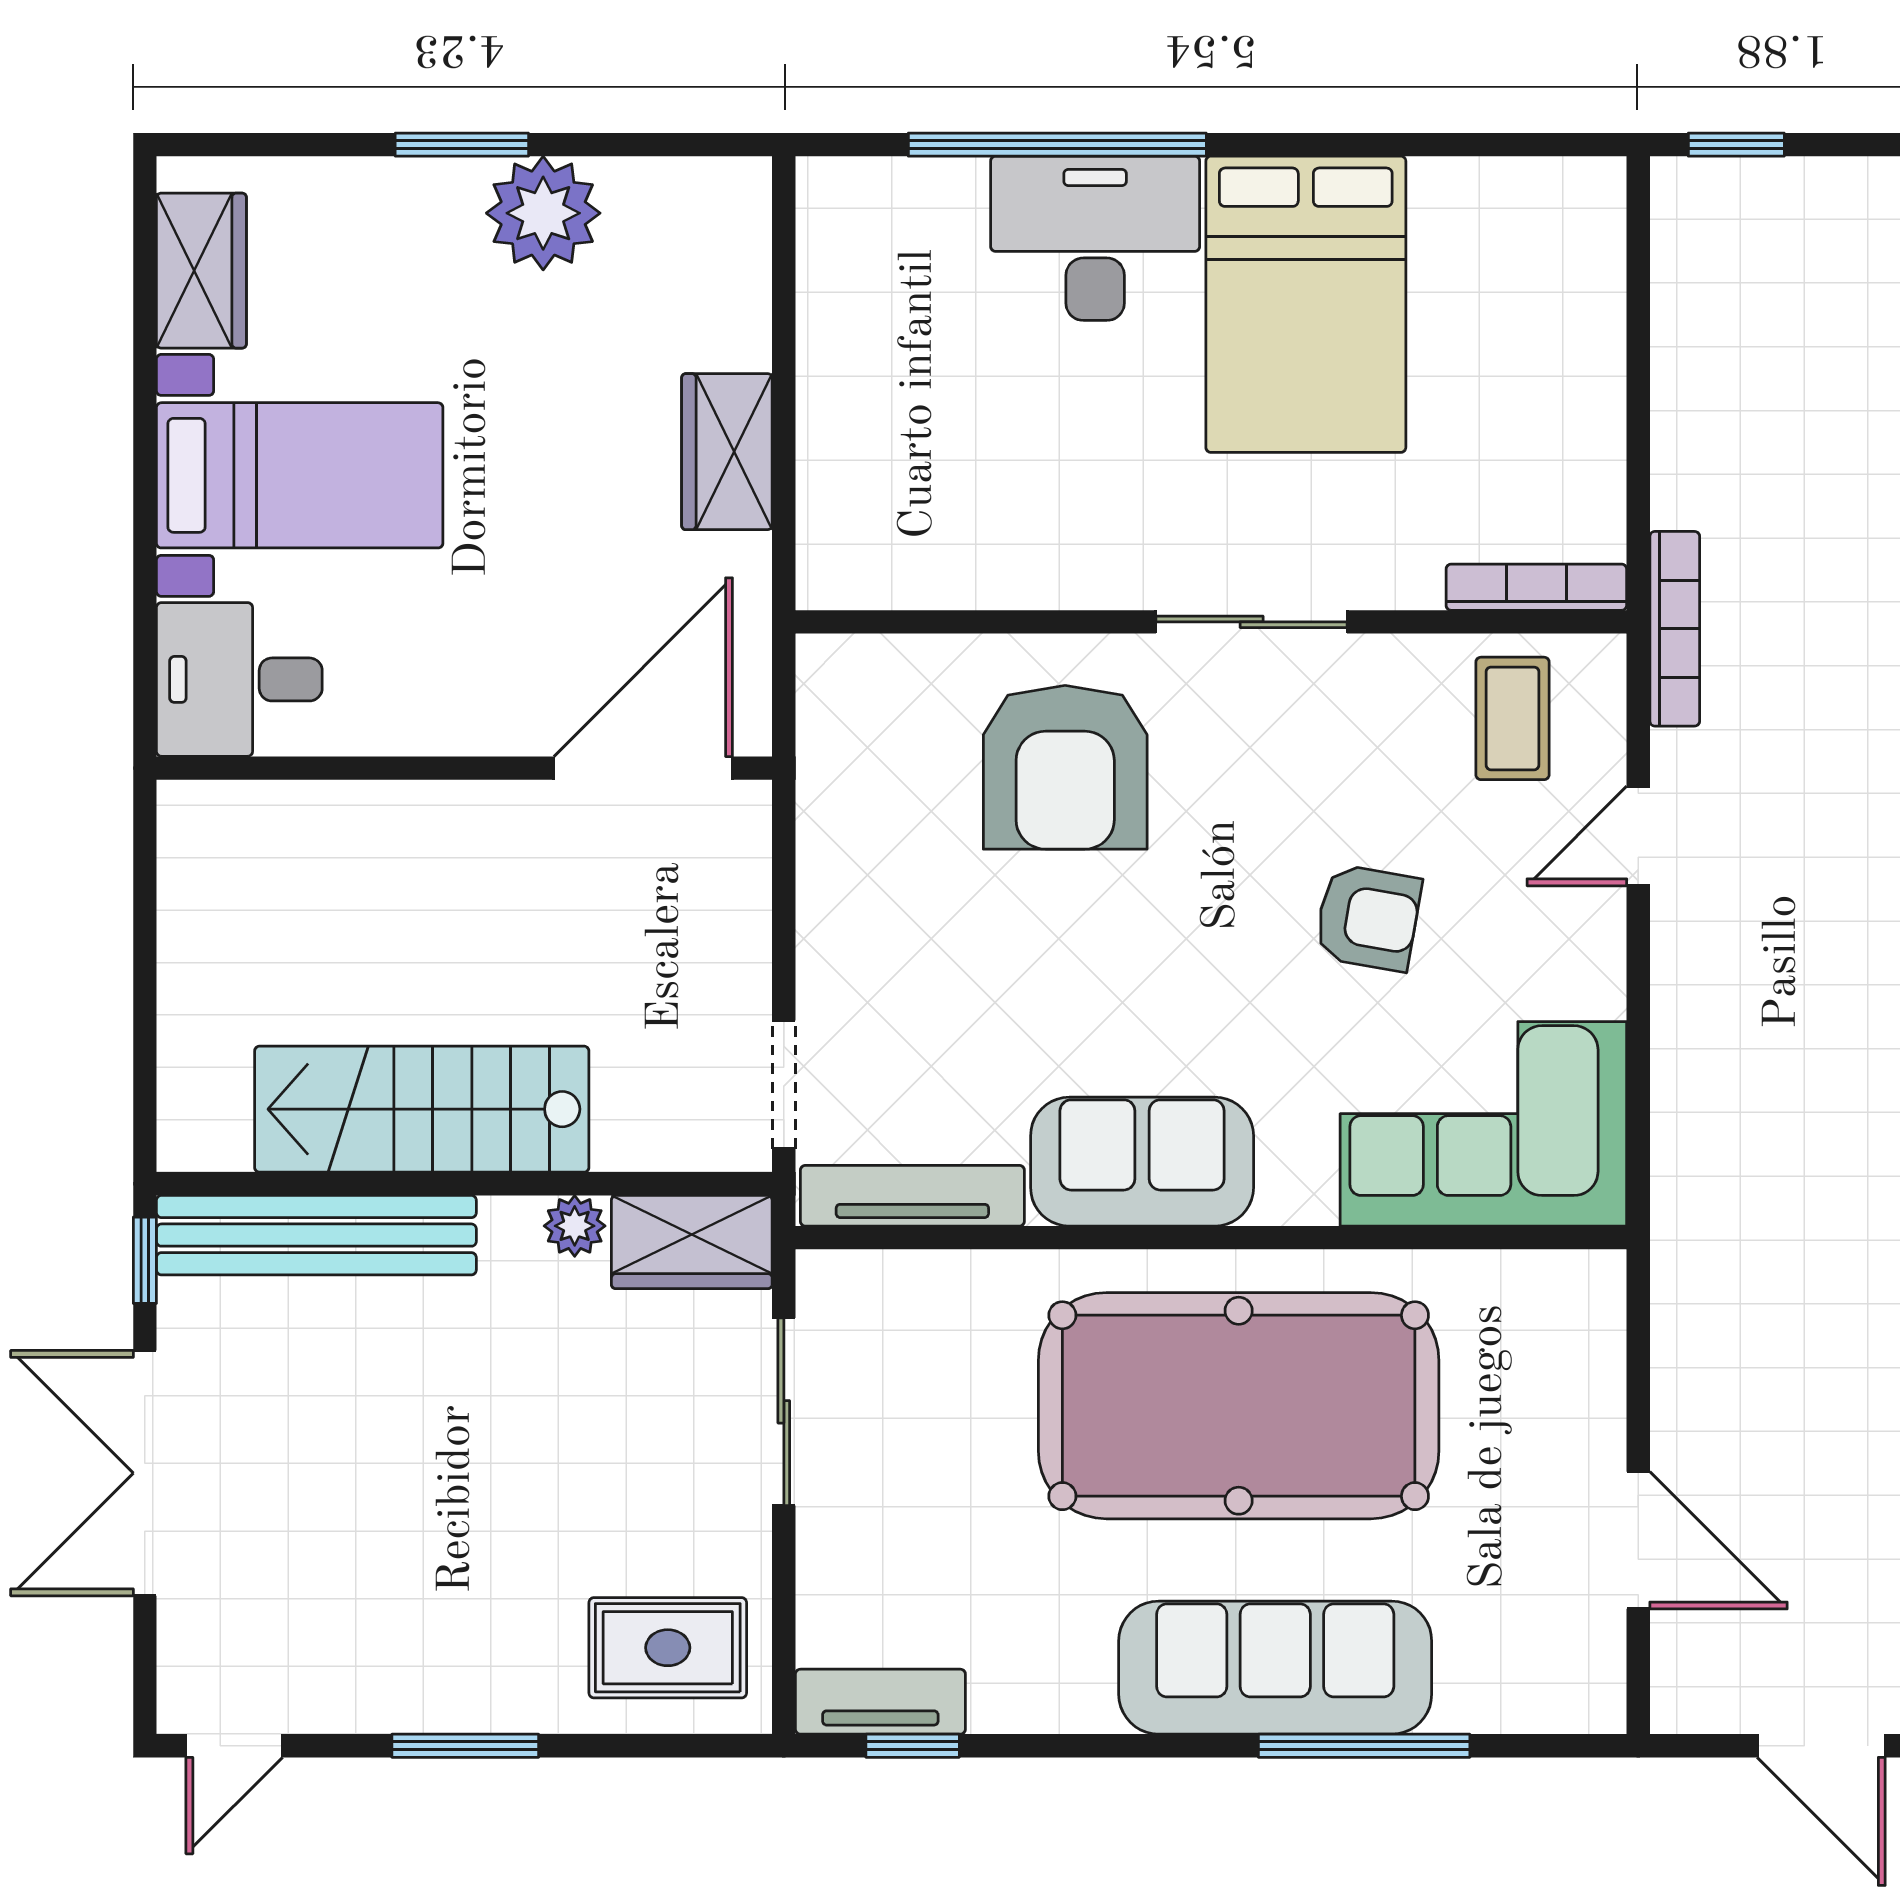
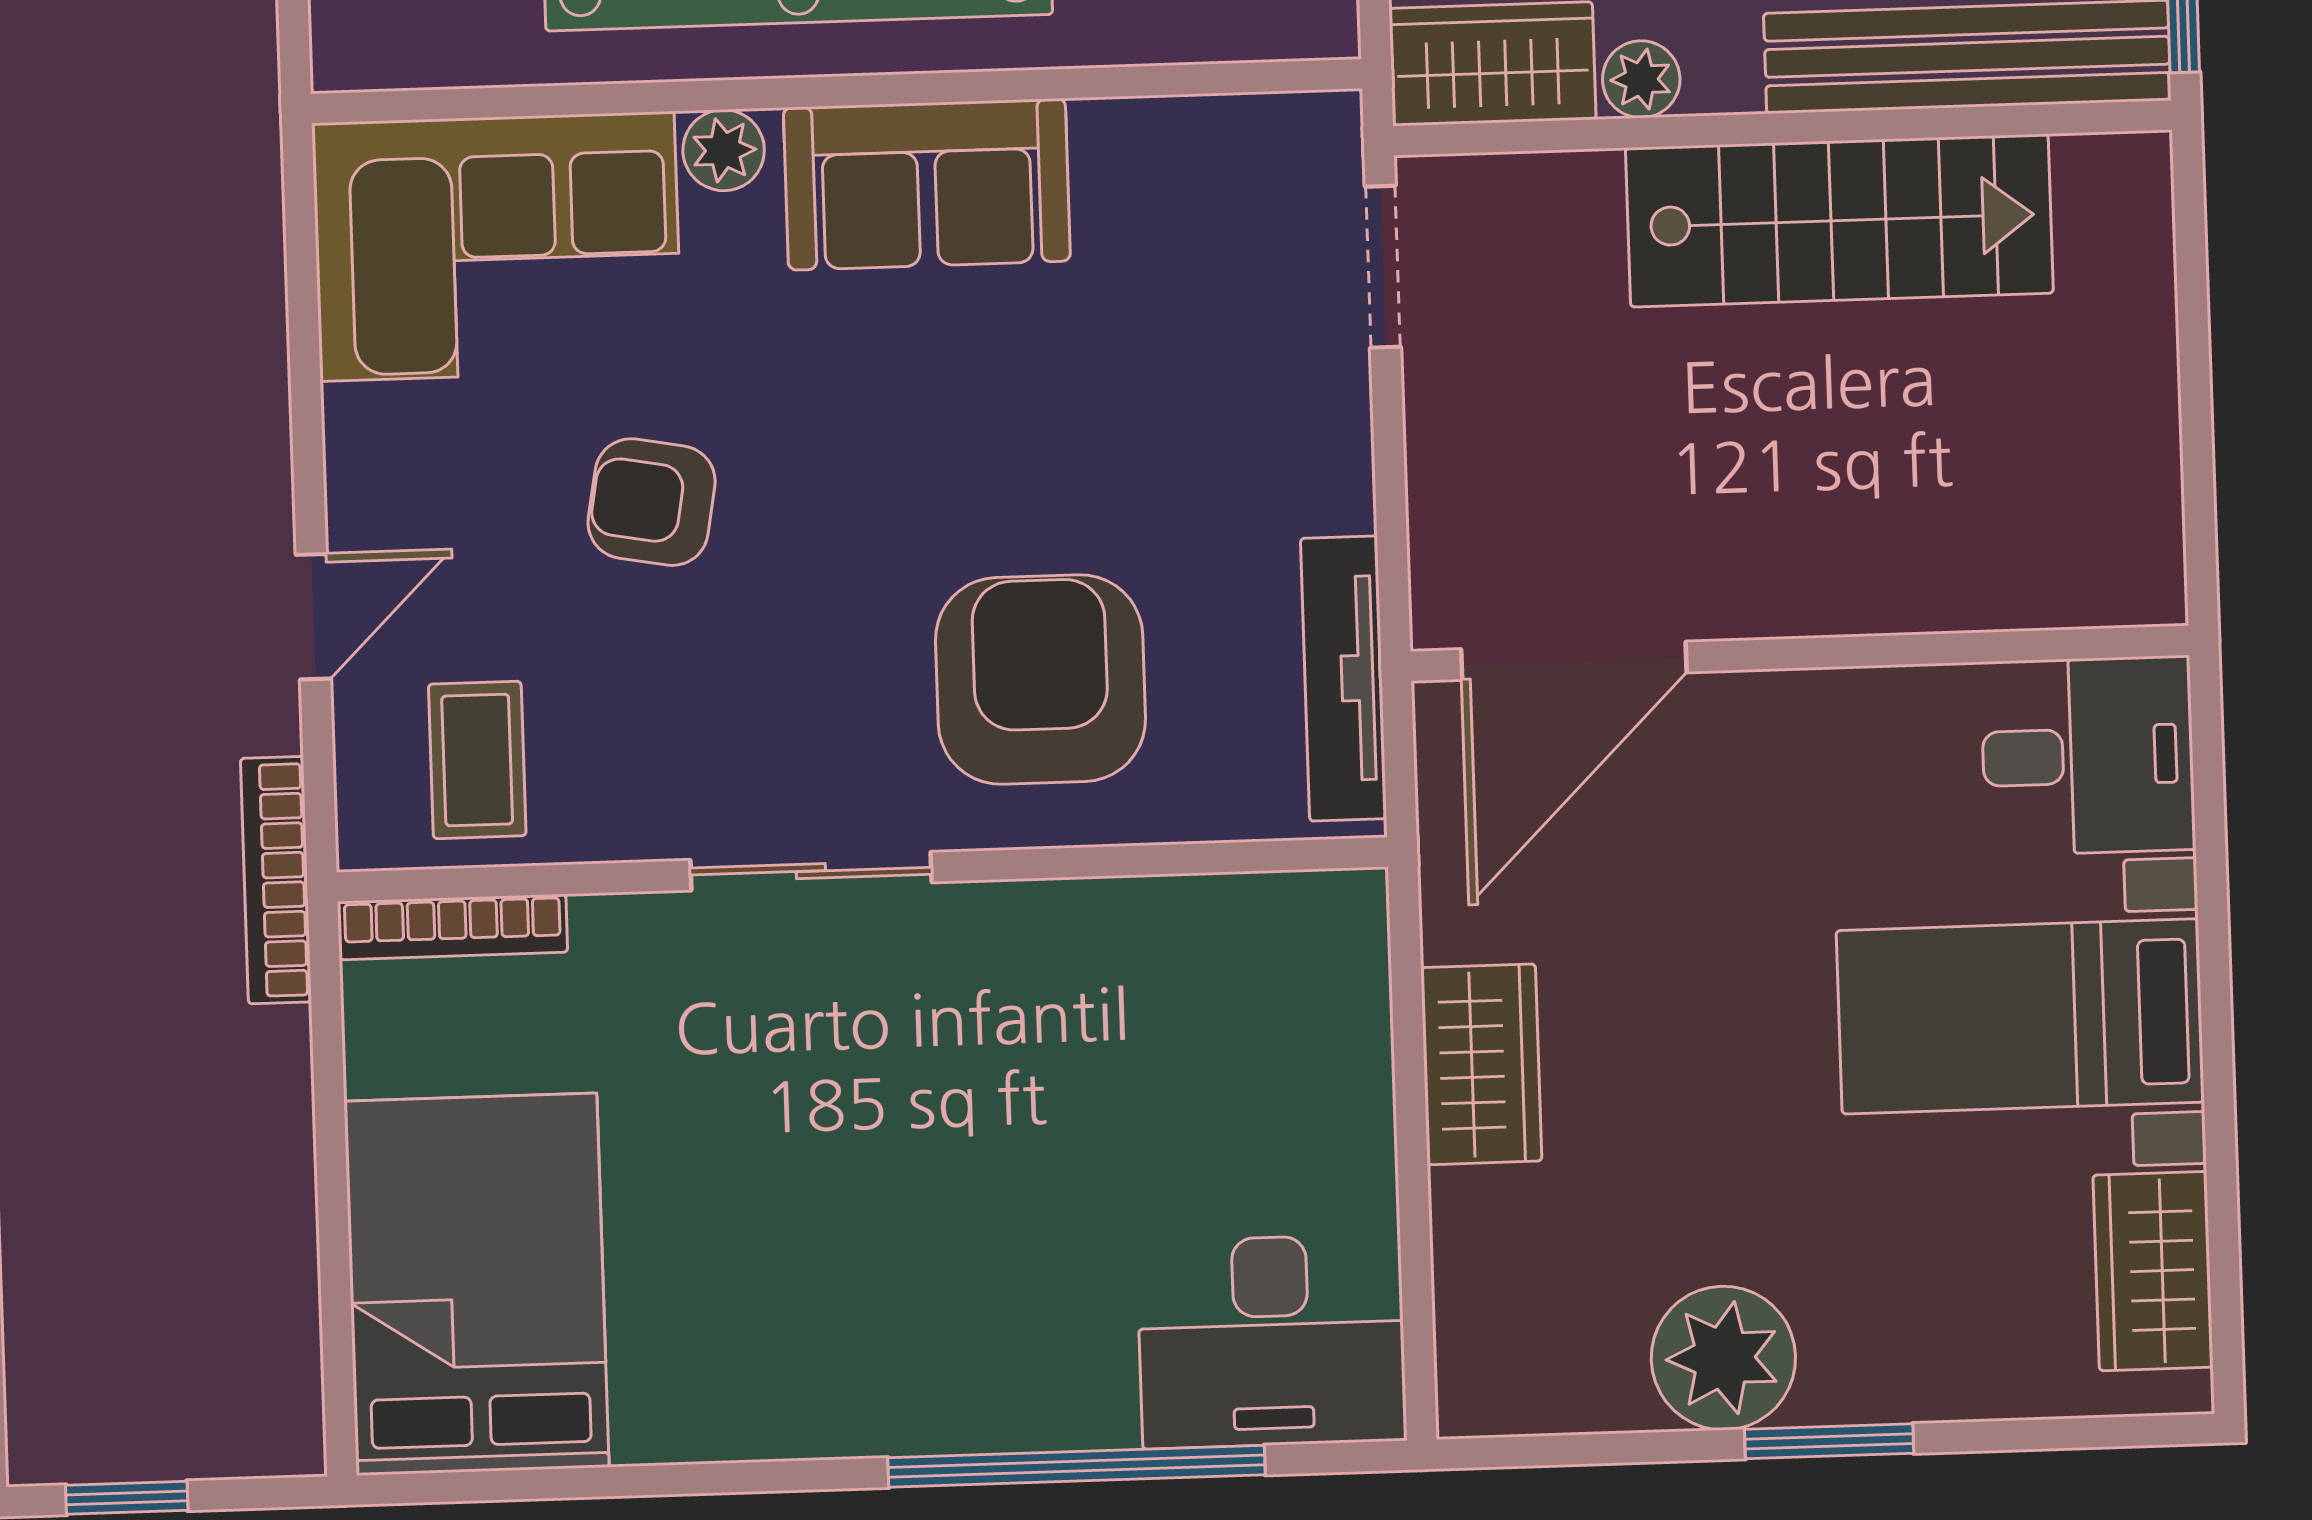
window: (1736, 145) -> (127, 1498), moved
desk: (1095, 238) -> (1272, 1341), moved
bed: (1306, 304) -> (477, 1284), moved
plant: (1302, 1194) -> (724, 150), added
tv unit: (912, 1196) -> (1343, 679), moved, turned 90

